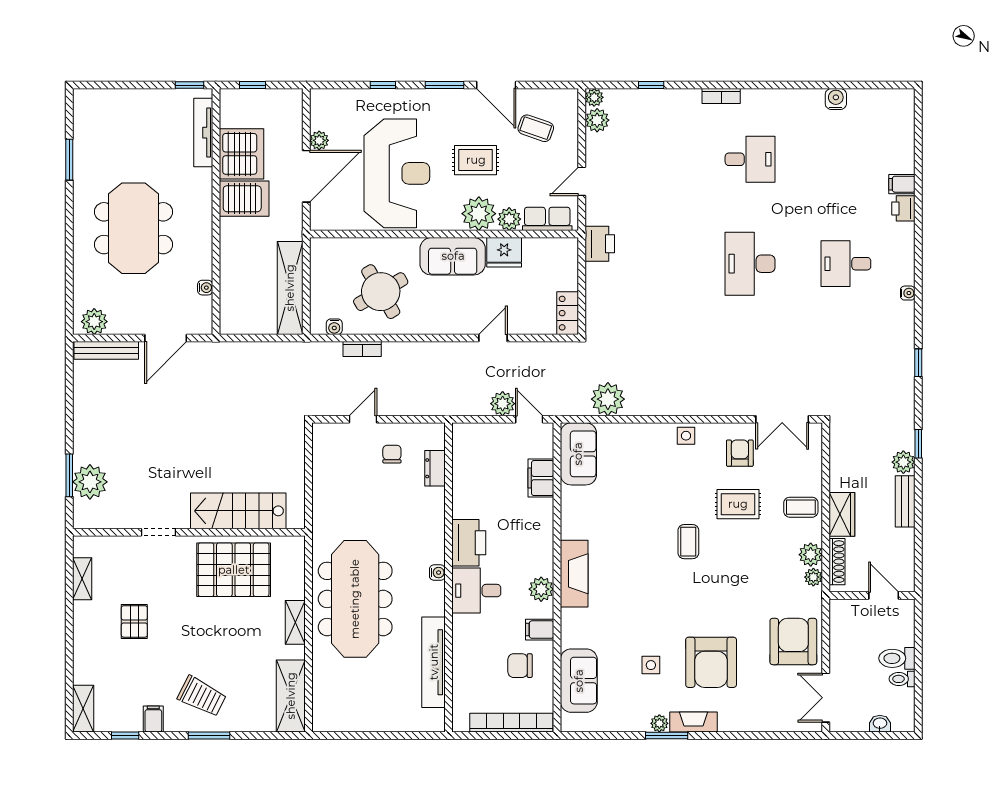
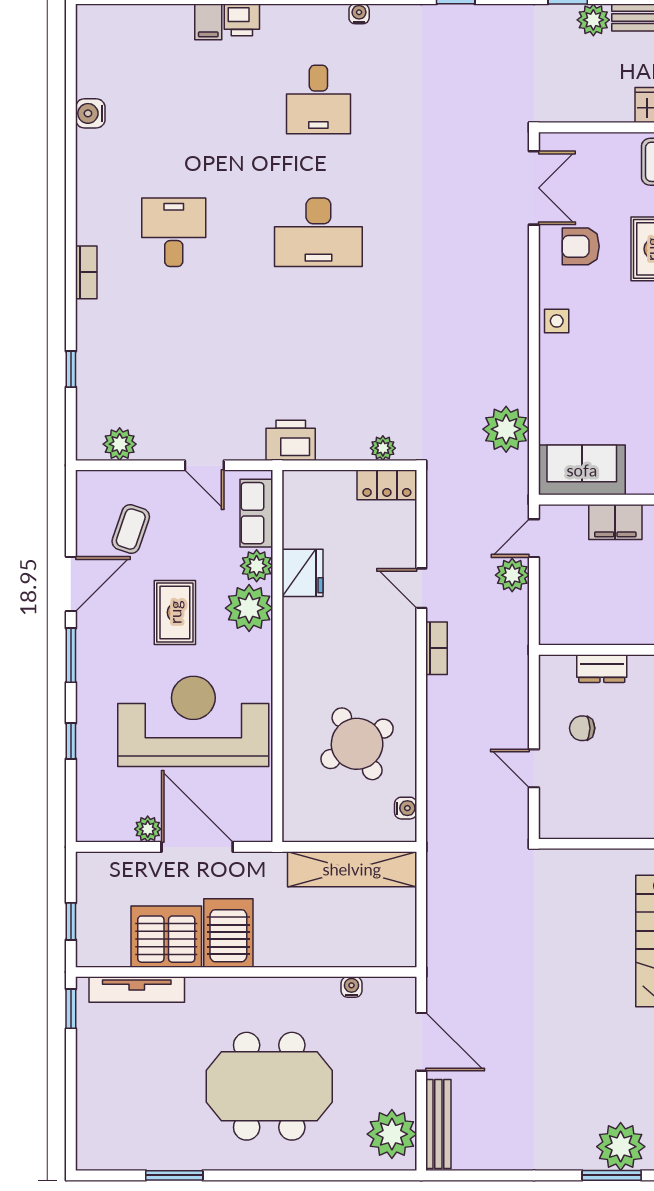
plant: (594, 97) -> (383, 448), moved
sofa: (453, 256) -> (308, 644), removed
plant: (94, 322) -> (392, 1134), width x1.36, depth x1.36
bookcase: (362, 349) -> (436, 648), moved

